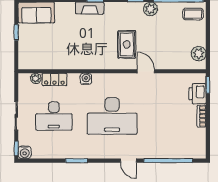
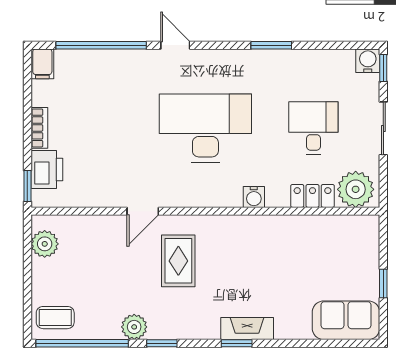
door: (146, 71) -> (143, 211), hinge flipped
plant: (36, 78) -> (356, 189), width x1.88, depth x1.88
desk: (54, 116) -> (313, 128), width x0.73
filing cabinet: (200, 151) -> (42, 64), added

